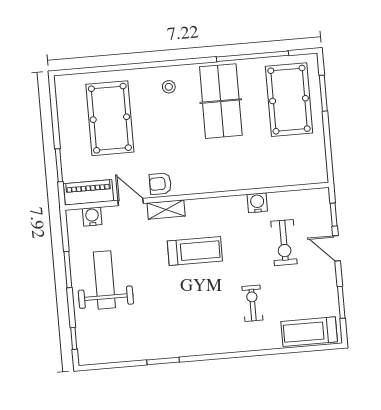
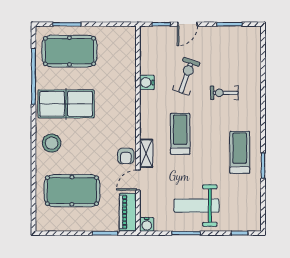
stool: (169, 87) -> (52, 143), width x1.89, depth x1.89
water cooler: (92, 217) -> (147, 224), moved, turned -90
exercise bike: (284, 243) -> (186, 76), moved, turned -71
treadmill: (309, 332) -> (240, 152), moved, turned 180

